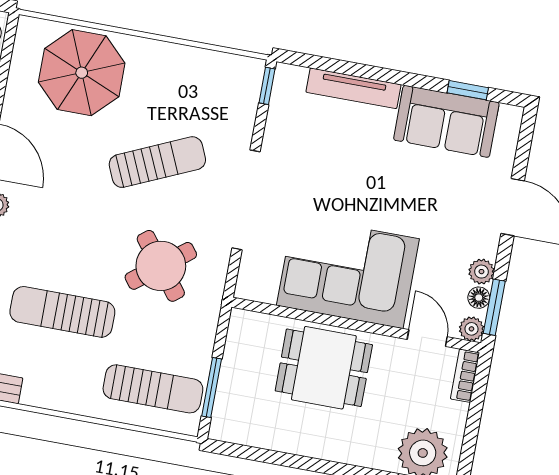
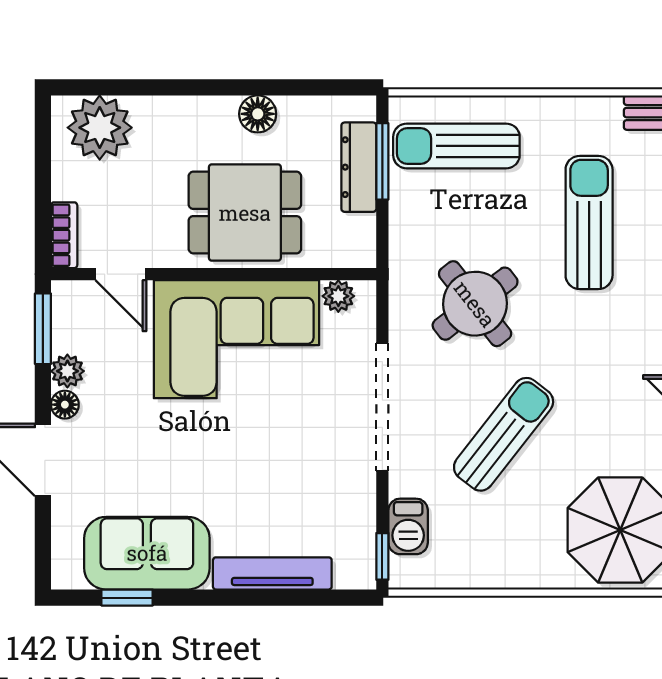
barbecue: (243, 105) -> (408, 526), added
sun lounger: (157, 162) -> (504, 434), turned 152
floor lamp: (479, 298) -> (65, 405), moved
sun lounger: (62, 312) -> (589, 222), turned -90
plant: (471, 329) -> (338, 296), moved
dresser: (230, 386) -> (359, 167), added
floor lamp: (300, 441) -> (258, 114), added

